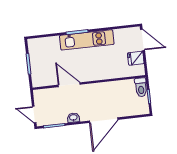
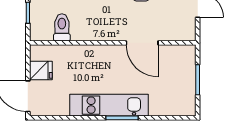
toilet: (141, 87) -> (62, 27), moved

